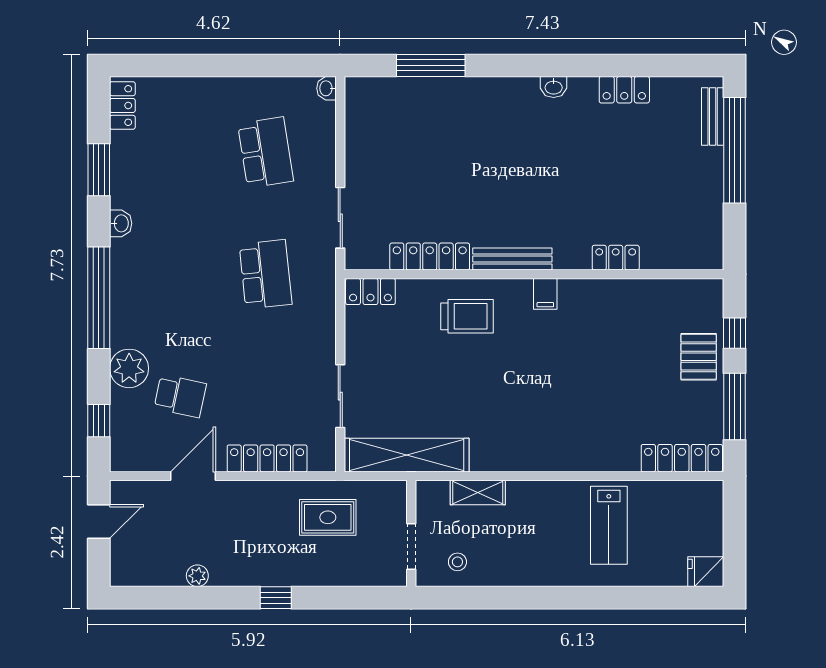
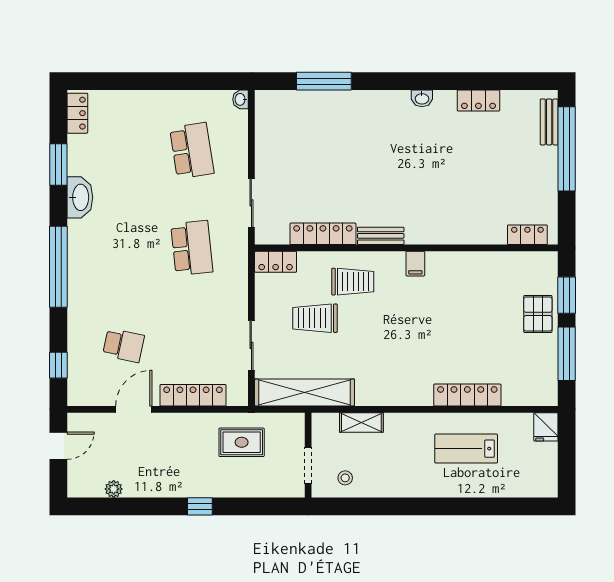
washbasin: (121, 223) -> (80, 197), width x1.91, depth x1.45
locker: (616, 258) -> (527, 235), moved
bench: (512, 259) -> (381, 236), width x0.73
window: (735, 333) -> (567, 295), width x1.50
trolley: (420, 362) -> (315, 318), added
plant: (129, 368) -> (83, 323), removed
locker: (682, 458) -> (467, 395), moved
lab bench: (609, 525) -> (466, 449), turned 90
fridge: (706, 572) -> (546, 427), moved, turned -90
plant: (197, 576) -> (114, 489), moved

